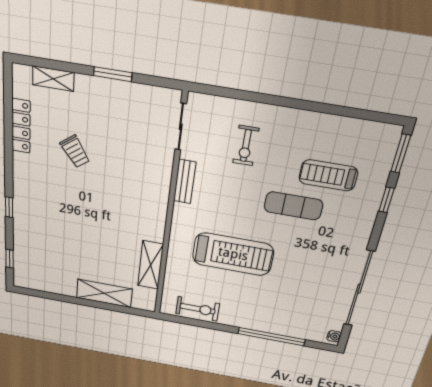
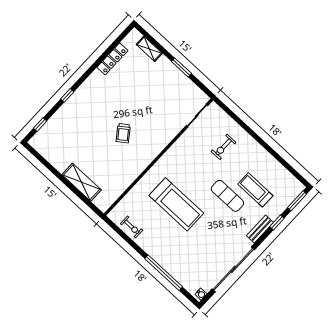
trolley: (75, 152) -> (123, 133), moved
bench: (185, 182) -> (260, 229), moved
shelving: (151, 265) -> (124, 182), removed
exercise bike: (198, 309) -> (132, 227), width x0.73, depth x0.72

